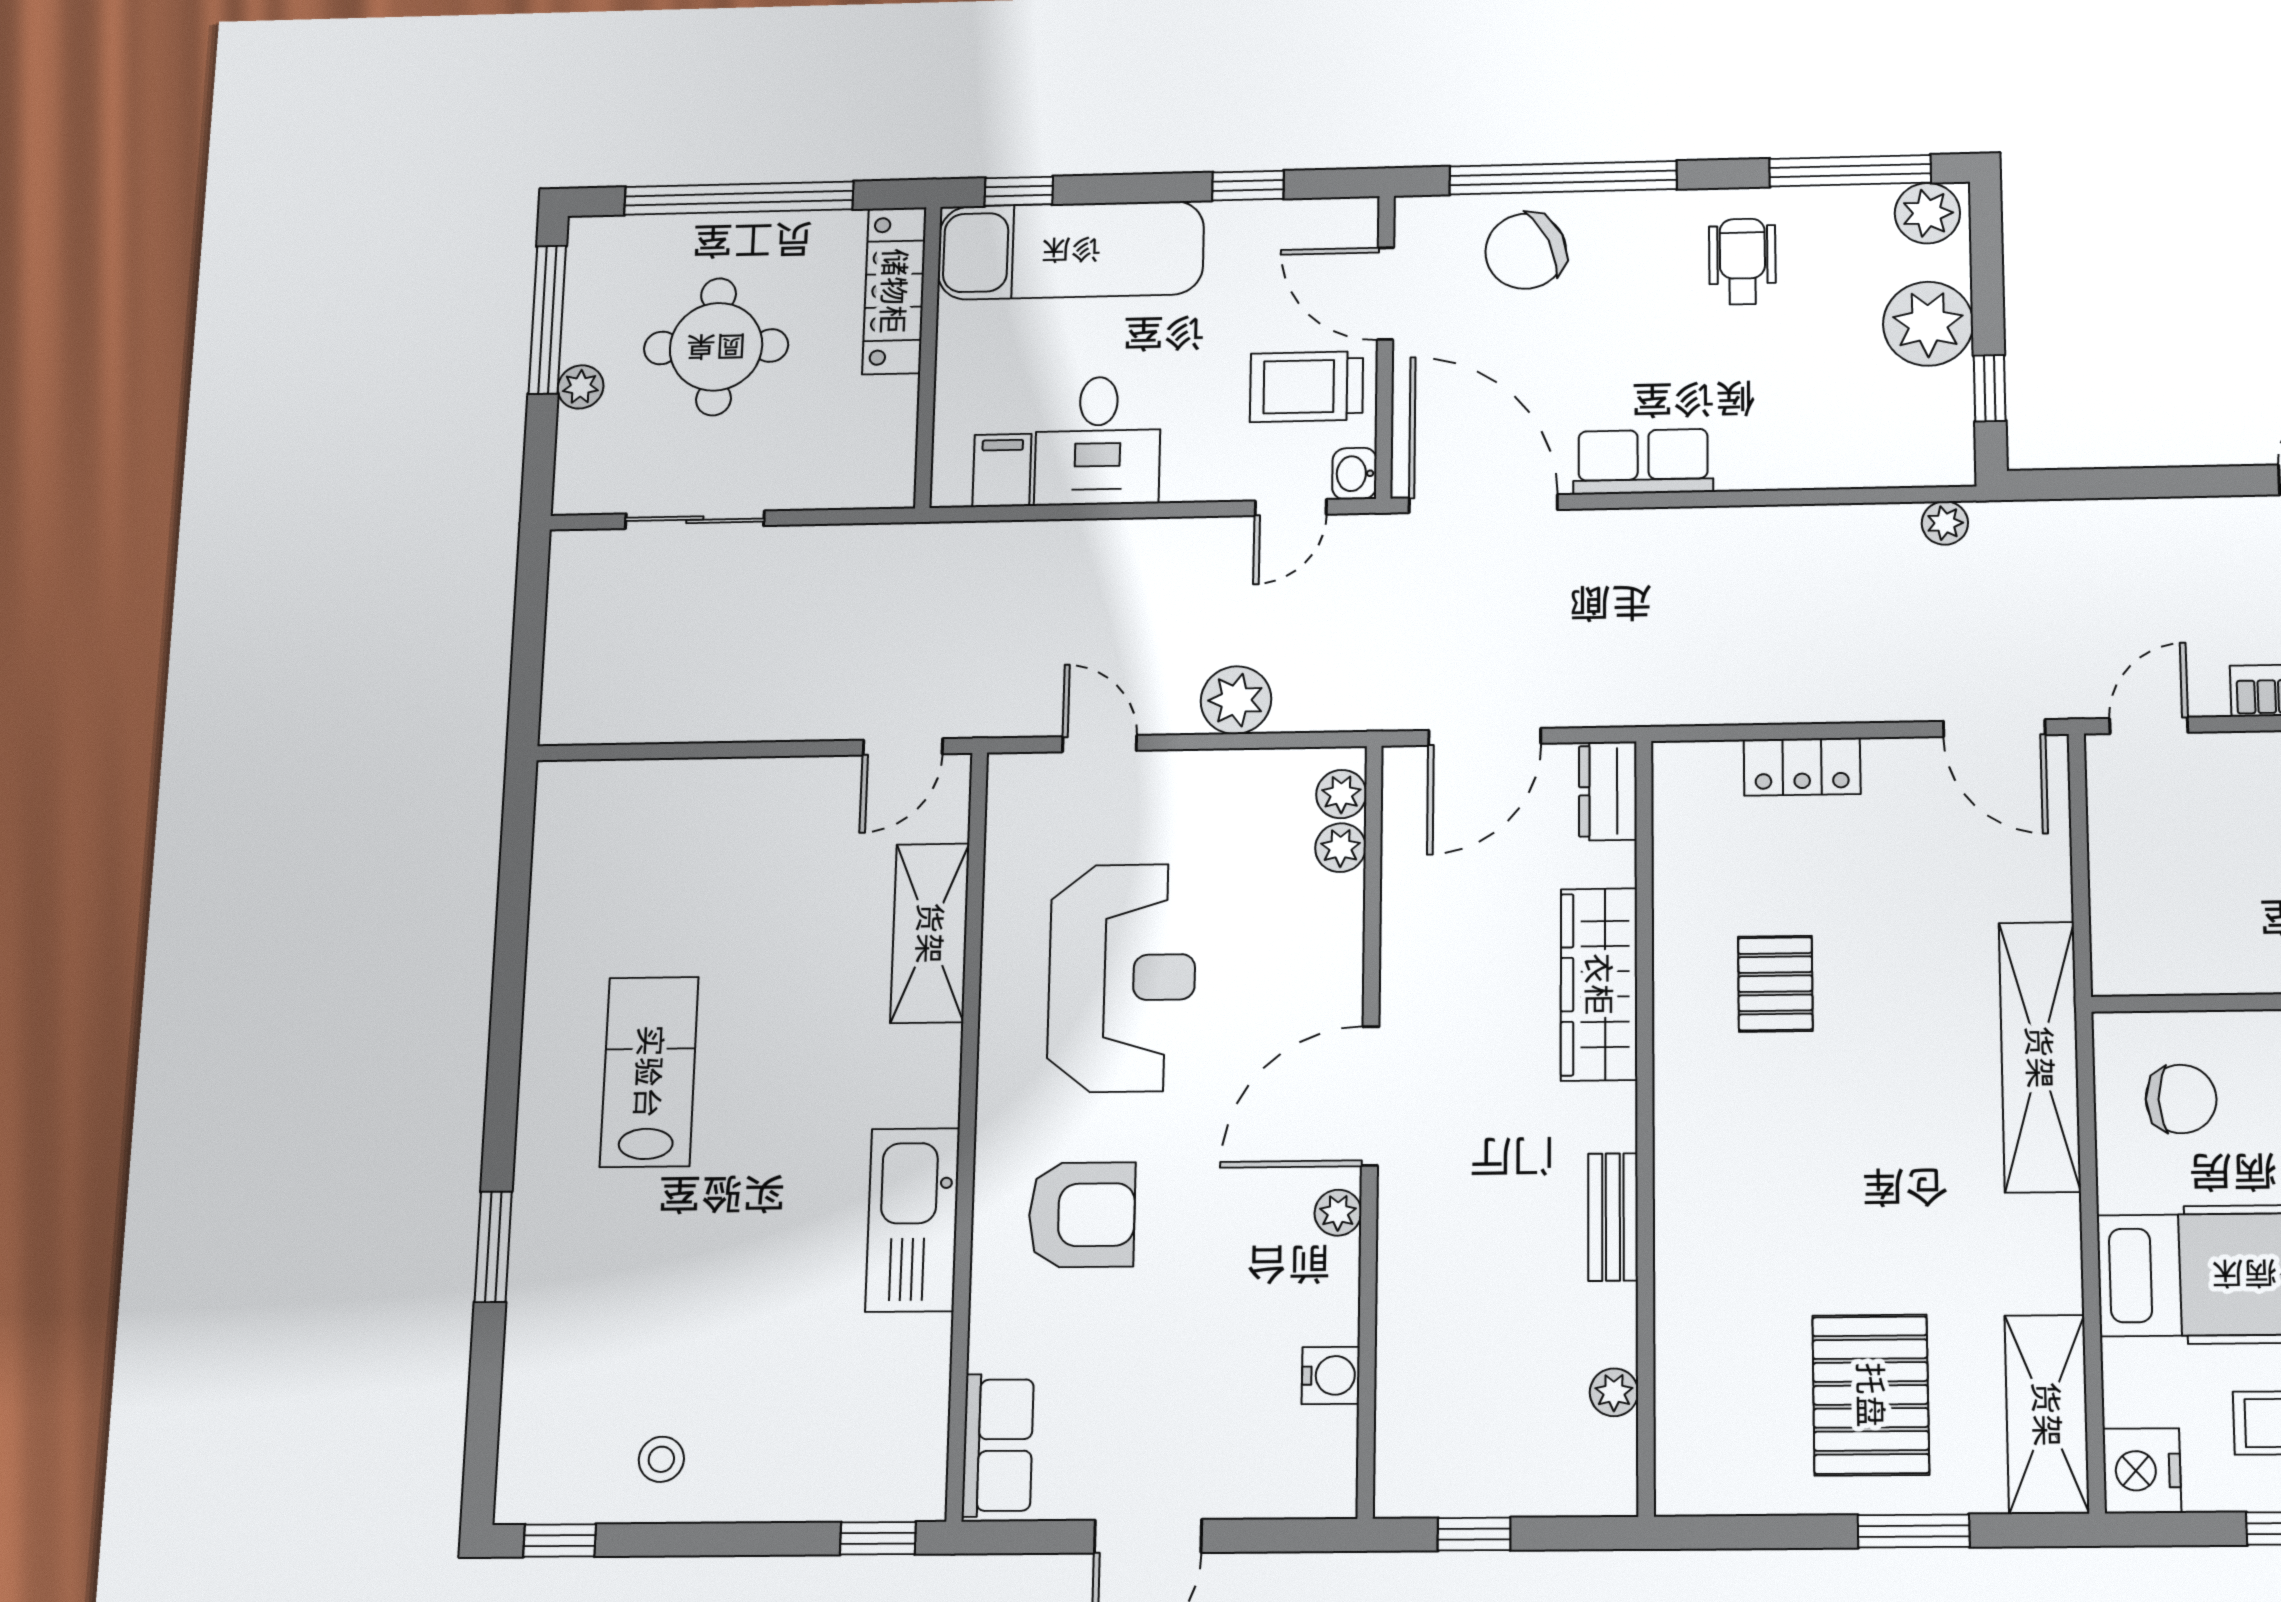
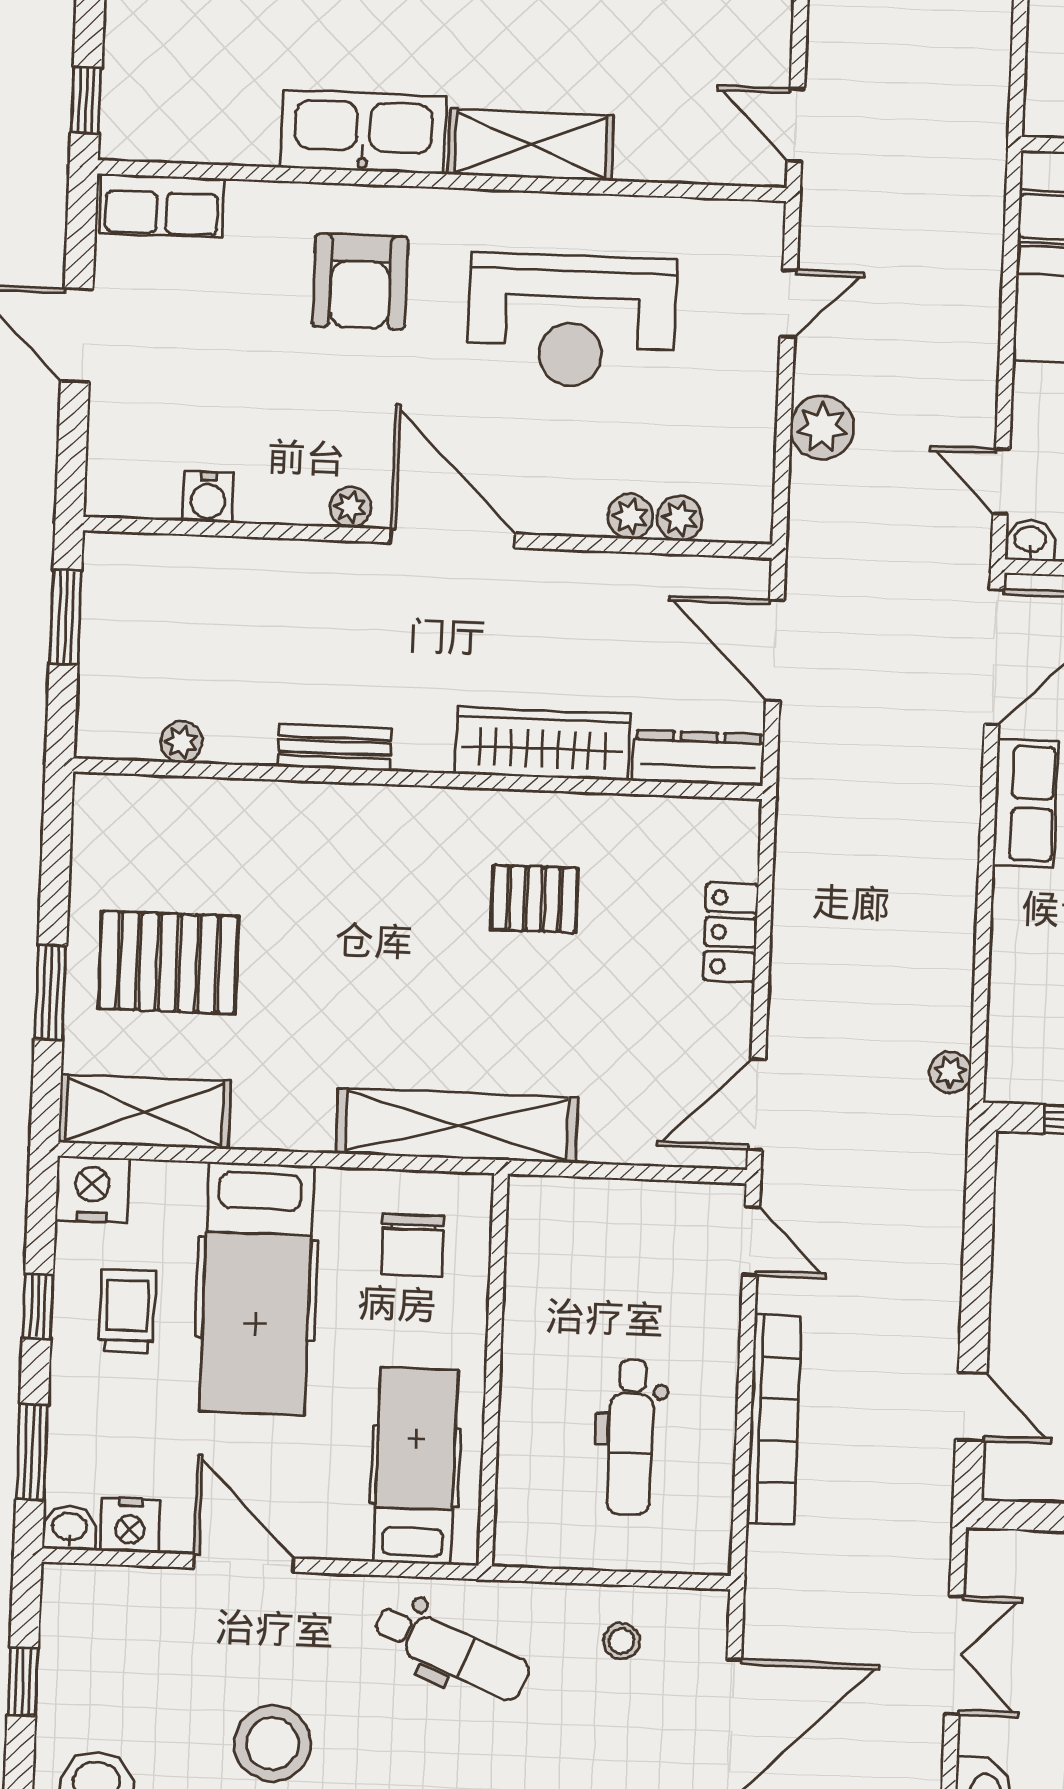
dresser: (1608, 791) -> (698, 758), width x1.44
plant: (1341, 794) -> (630, 516), moved
shelving: (930, 933) -> (531, 145), moved
window: (1474, 1534) -> (65, 617), width x1.50

